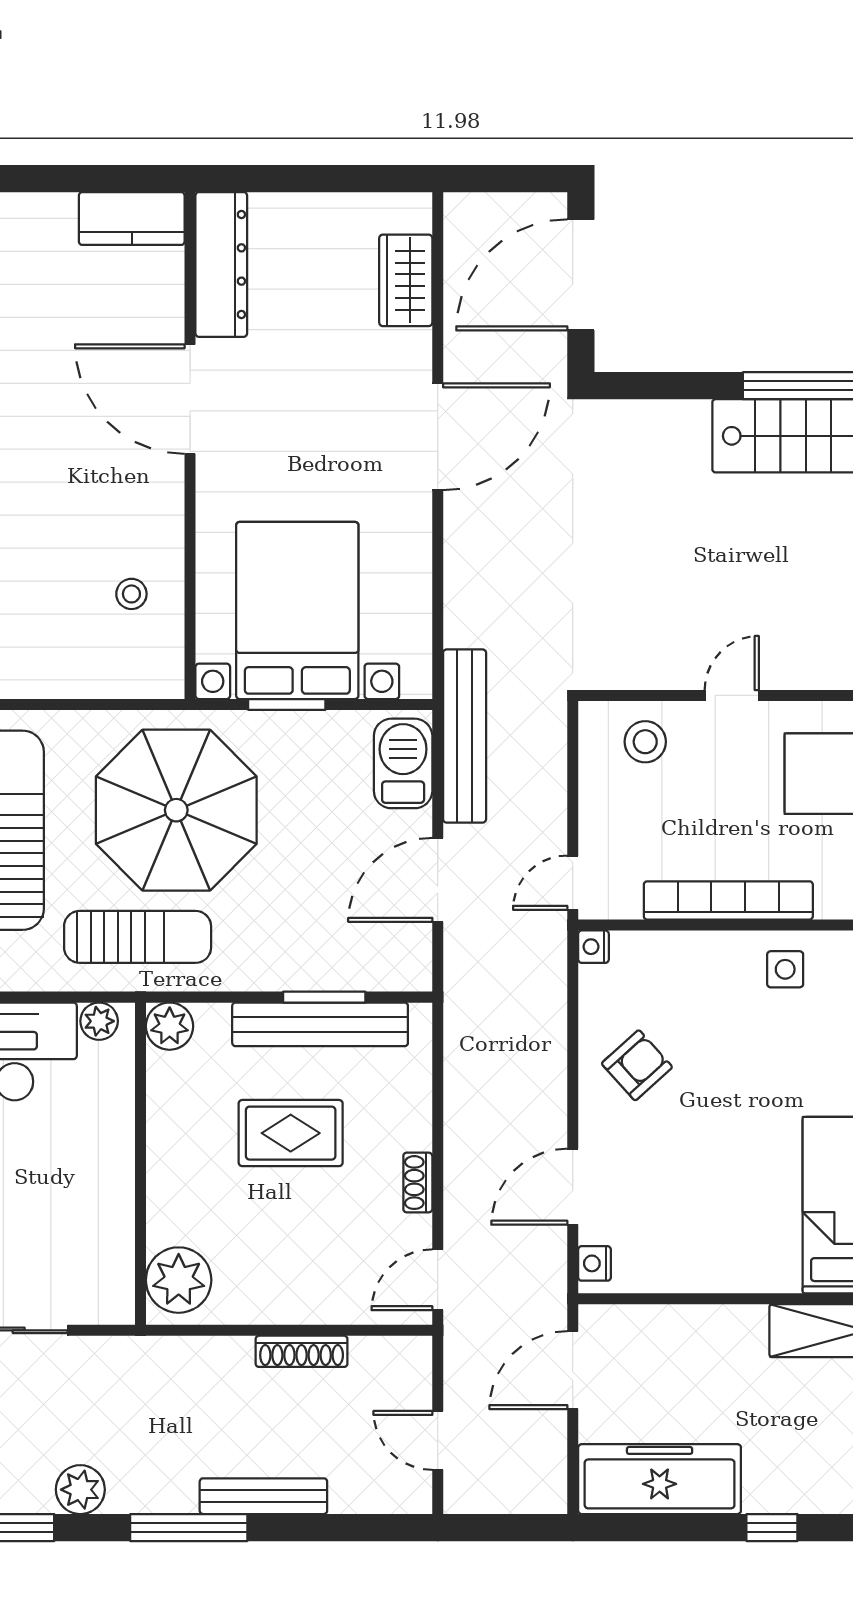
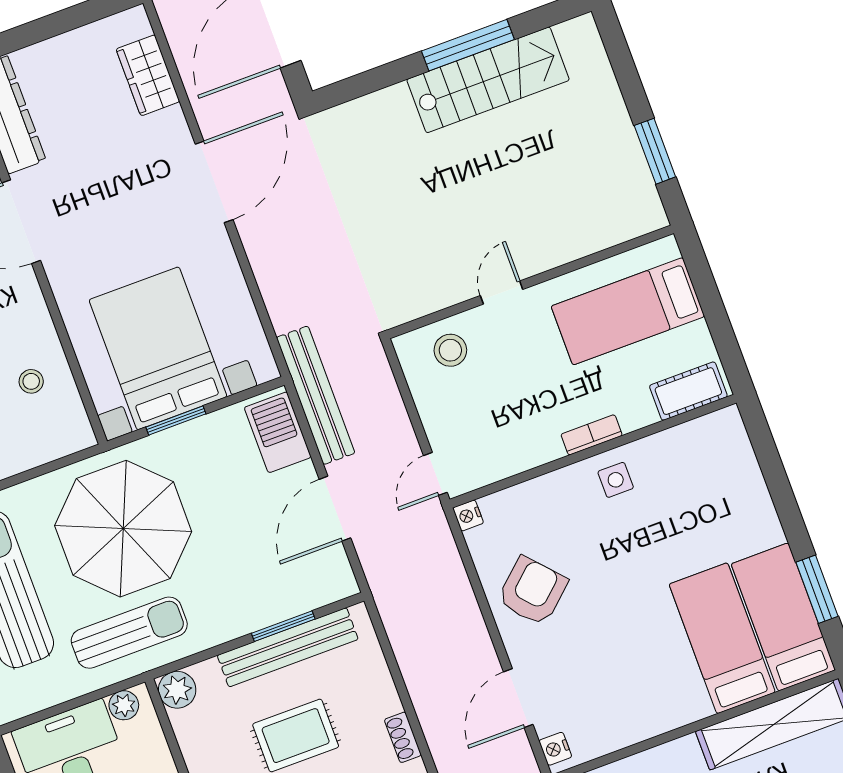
bookcase: (728, 900) -> (592, 435), width x0.43, depth x0.76
armchair: (637, 1065) -> (533, 591), width x1.38, depth x1.38

